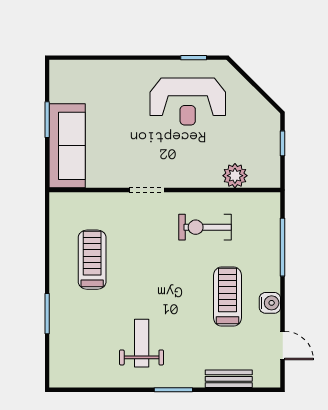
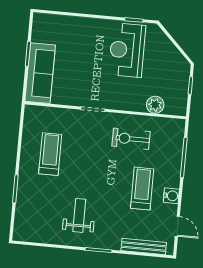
reception desk: (188, 101) -> (127, 50), turned 90
bench: (229, 379) -> (144, 247), width x1.36

